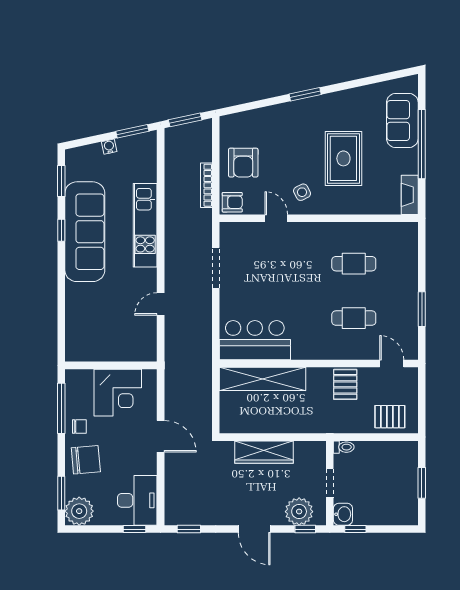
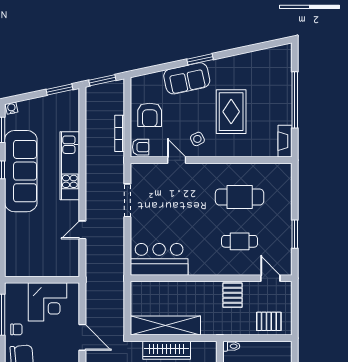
sofa: (402, 121) -> (187, 78), moved, turned -102
water cooler: (109, 147) -> (12, 108), moved
cafe table: (354, 264) -> (240, 197), width x1.37, depth x1.35
shelving: (263, 379) -> (165, 326), moved

